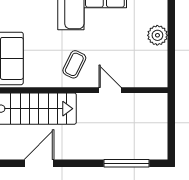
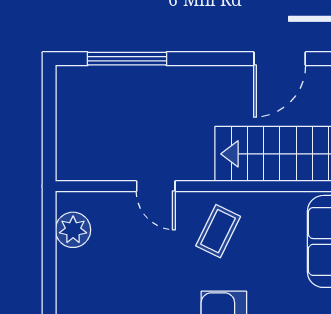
plant: (157, 35) -> (73, 230), moved

